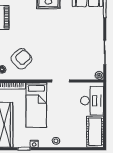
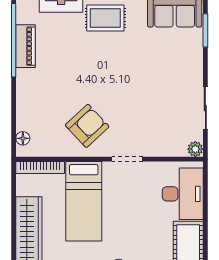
armchair: (21, 59) -> (87, 126), moved

